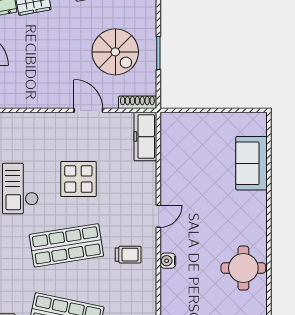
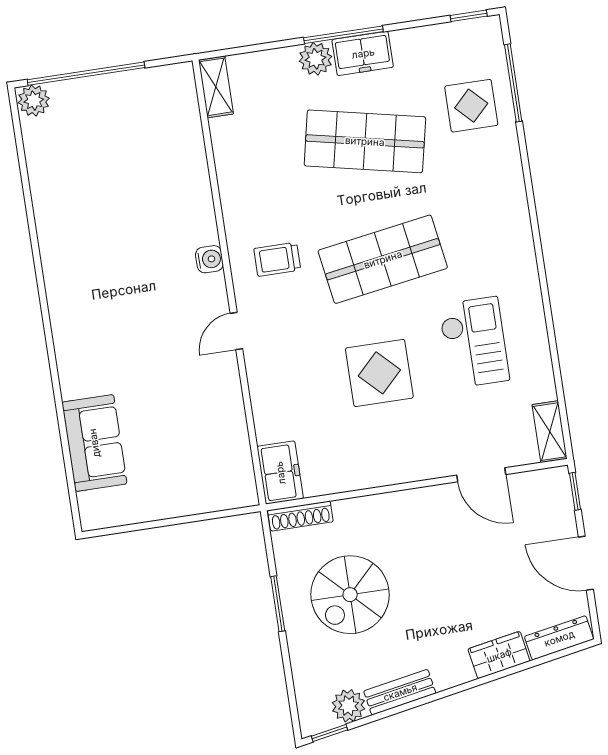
spiral stairs: (115, 52) -> (350, 595), turned -90
door: (88, 110) -> (481, 475), moved
freezer: (145, 137) -> (280, 473), width x0.71
round table: (243, 268) -> (81, 266), removed

